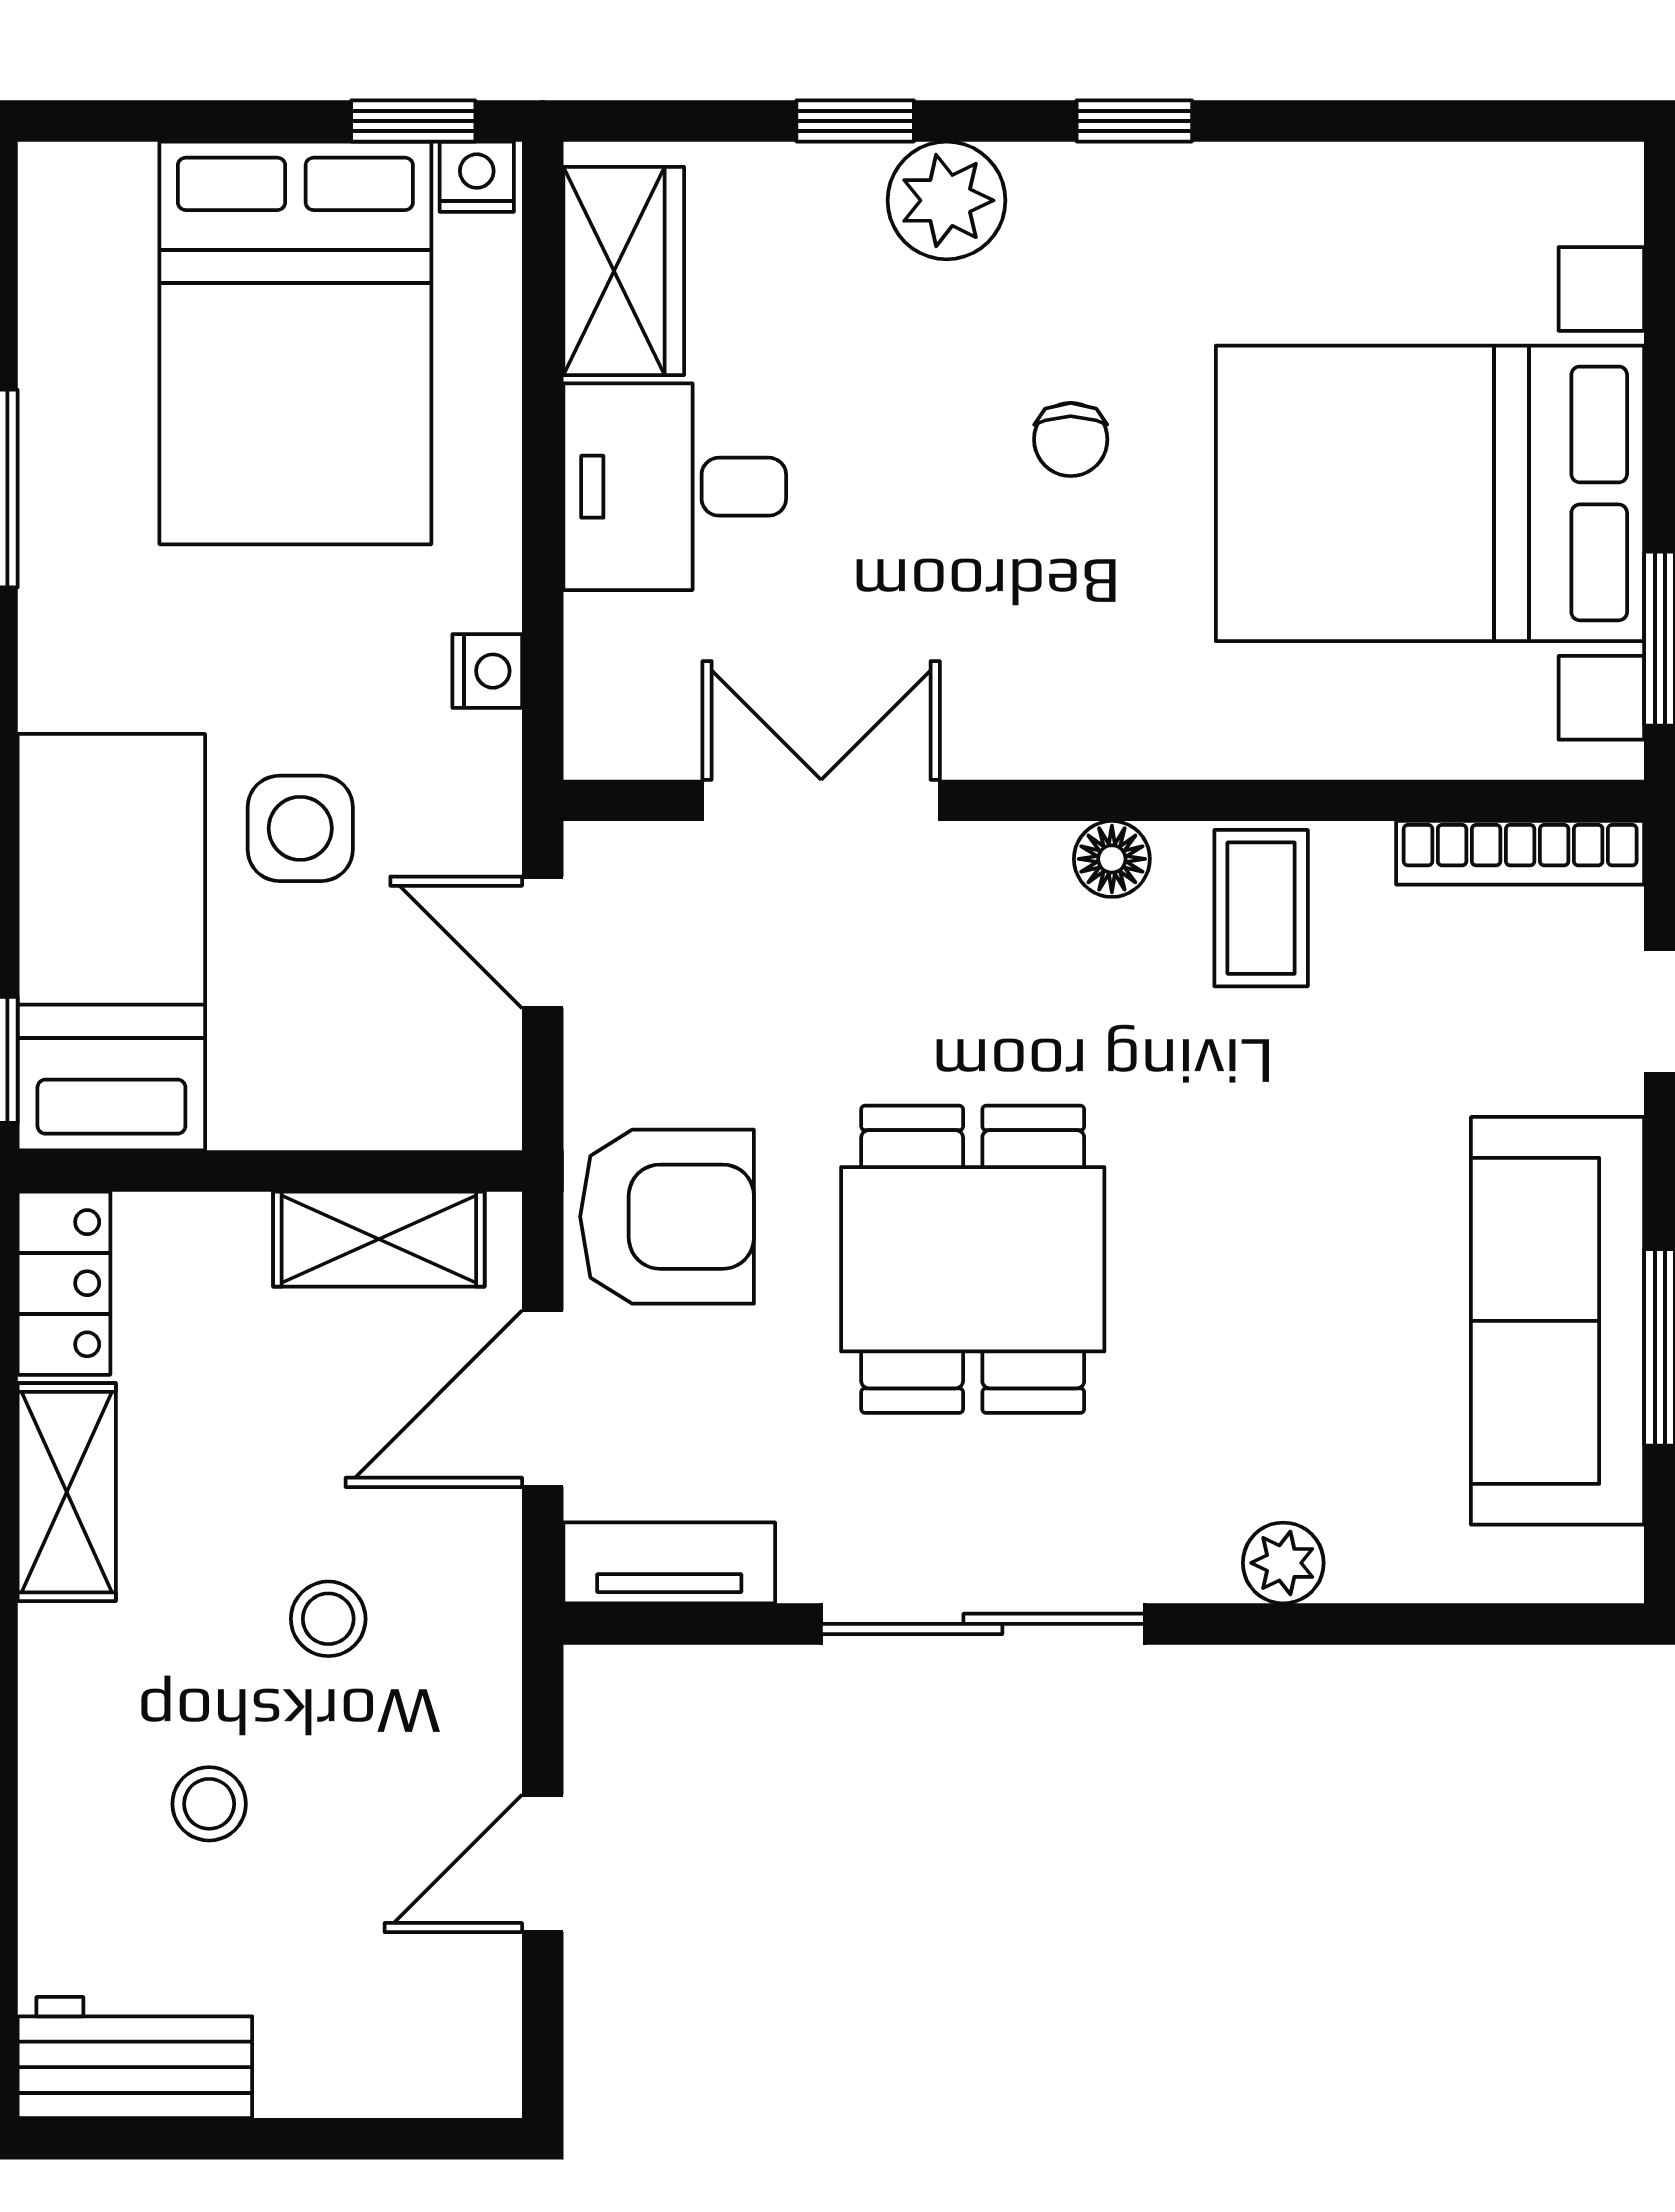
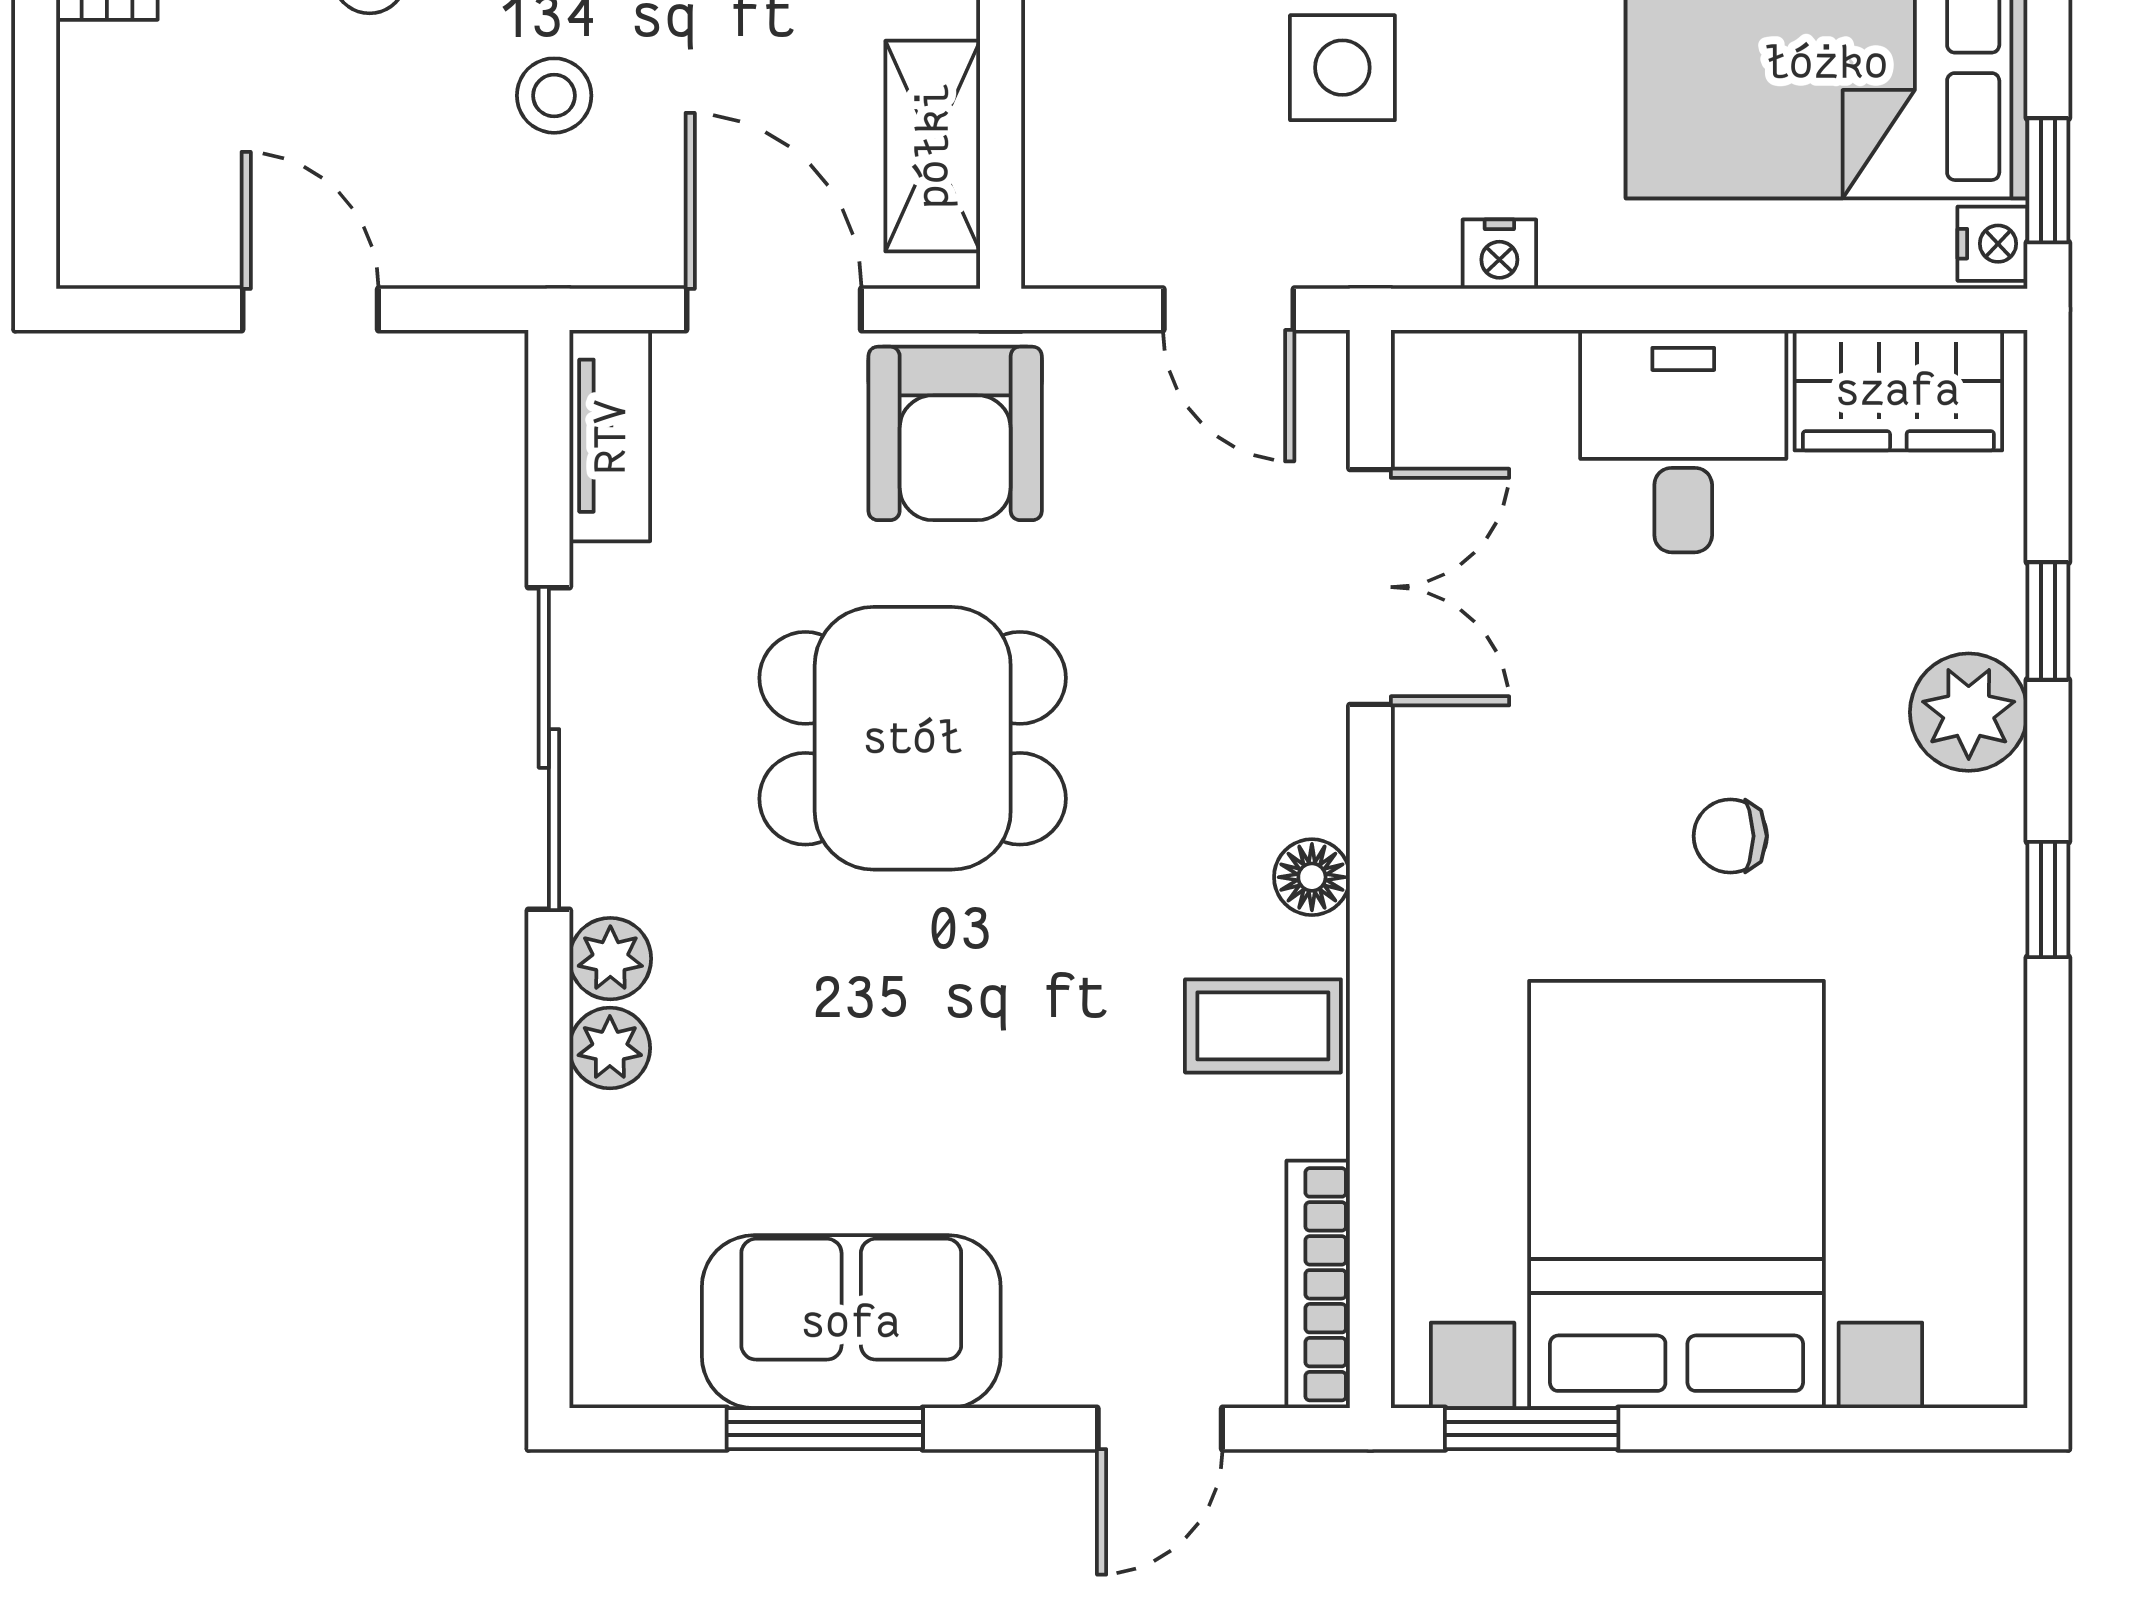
door: (543, 942) -> (1229, 309), swing flipped
sofa: (1558, 1321) -> (851, 1322), width x0.73
plant: (1194, 1562) -> (610, 959), added

